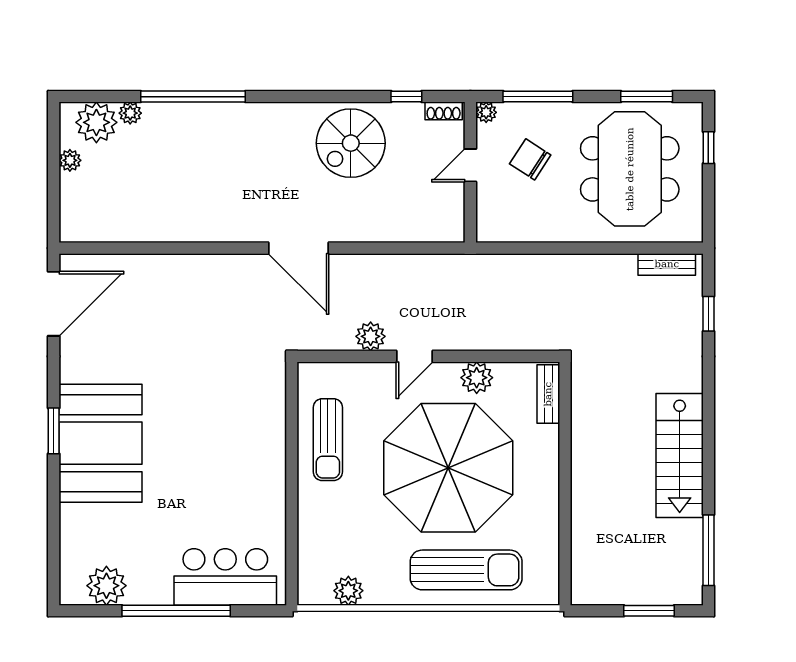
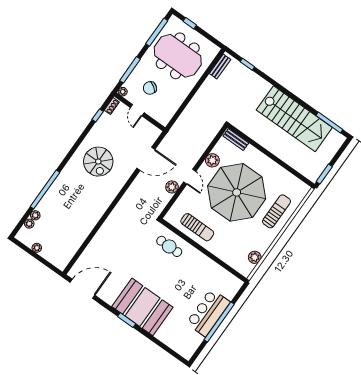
window: (647, 97) -> (157, 32), width x1.44
plant: (96, 122) -> (29, 224), width x0.53, depth x0.53
spiral stairs: (351, 143) -> (98, 162), moved
door: (298, 248) -> (146, 159), moved
door: (54, 304) -> (83, 289), hinge flipped
cafe table: (253, 412) -> (169, 246), added
stairs: (680, 455) -> (294, 119), width x1.36, depth x1.51
sun lounger: (466, 570) -> (276, 211), width x0.73, depth x0.75
bar counter: (225, 577) -> (208, 313), moved
plant: (106, 586) -> (193, 340), removed
window: (649, 611) -> (324, 174), moved

